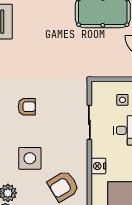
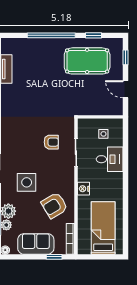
armchair: (27, 107) -> (51, 142), moved

